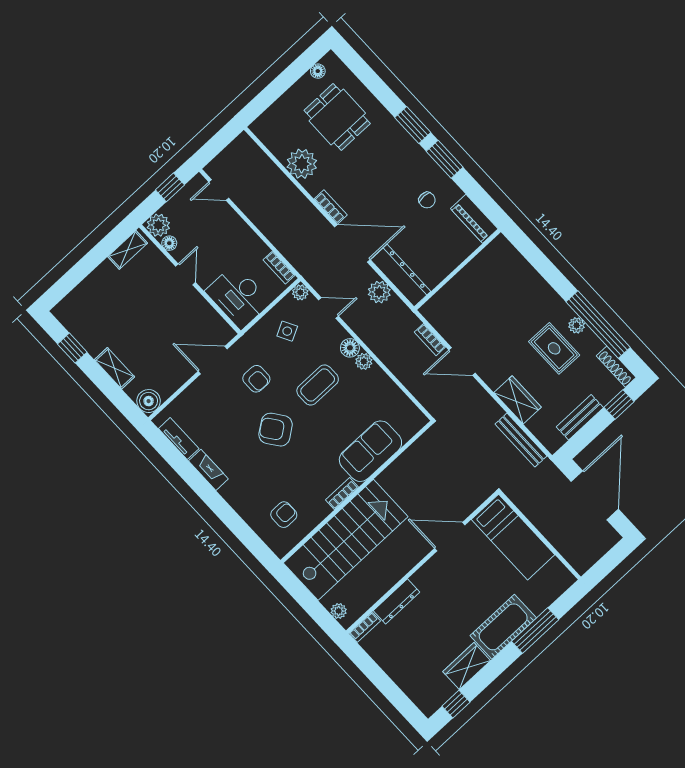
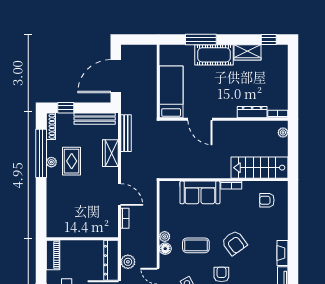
bench: (580, 417) -> (95, 119), width x1.36
stairs: (346, 540) -> (260, 168), width x0.73, depth x0.66

